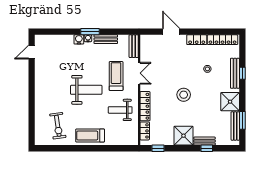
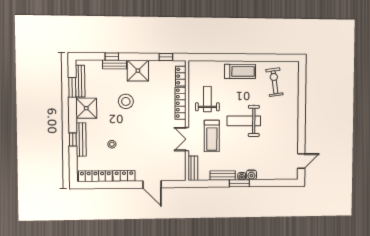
stool: (184, 95) -> (126, 101), moved
weight bench: (120, 110) -> (207, 99), turned -90

